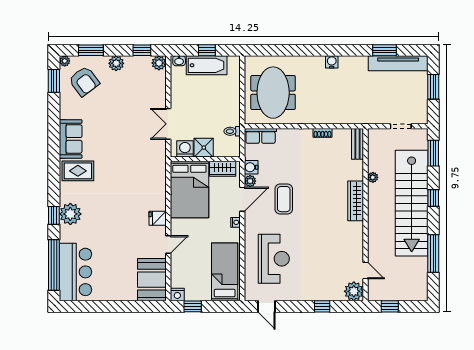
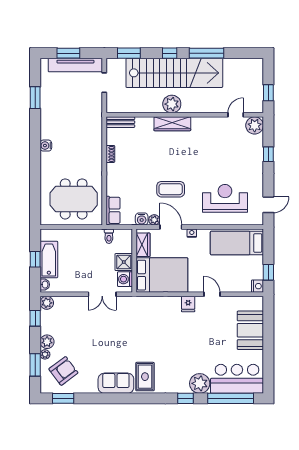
plant: (65, 61) -> (45, 354), moved
tv unit: (398, 63) -> (75, 65), moved, turned 90
plant: (373, 177) -> (172, 104), moved, width x1.88, depth x1.88
plant: (70, 214) -> (200, 383), moved
window: (433, 253) -> (207, 53), moved
booth: (152, 280) -> (250, 330), moved, turned 90

